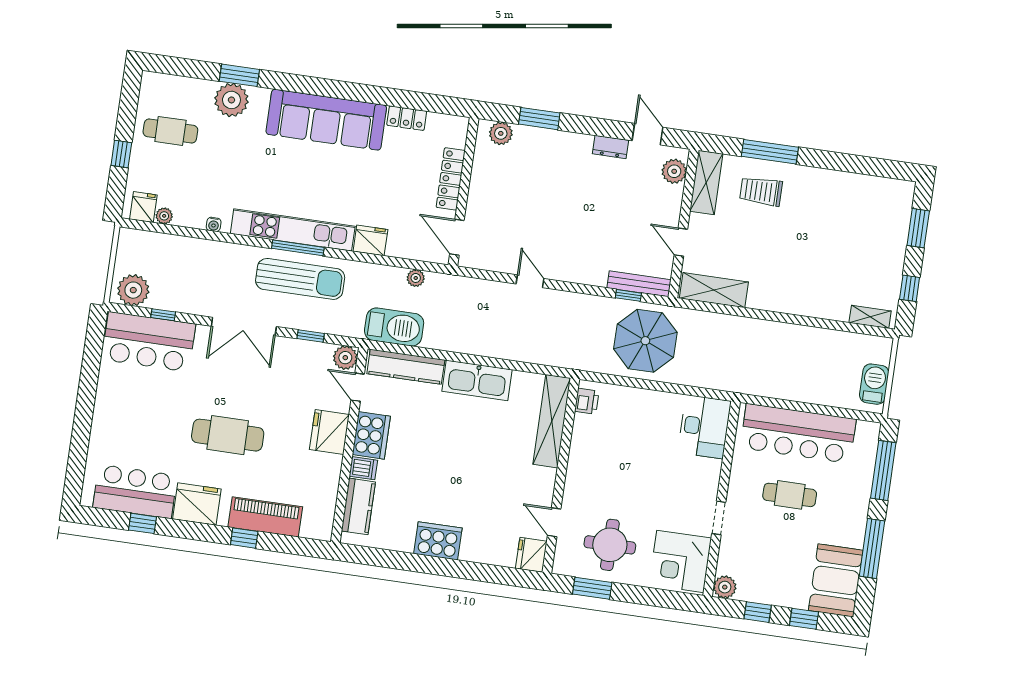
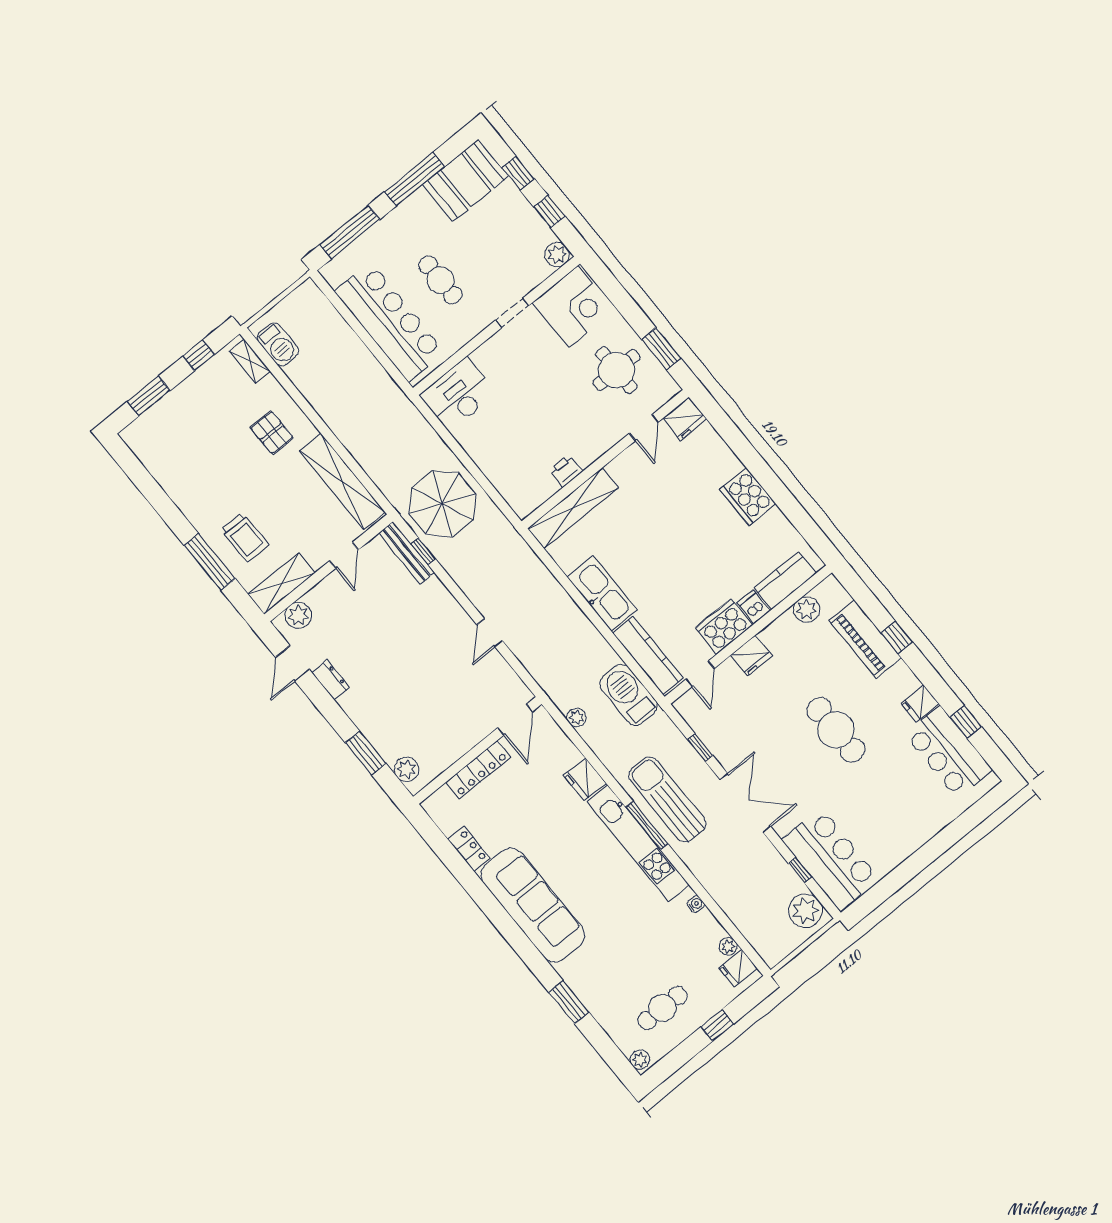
plant: (231, 100) -> (640, 1060), moved, width x0.53, depth x0.53
cafe table: (170, 131) -> (662, 1008), turned 90
pallet: (809, 281) -> (272, 433), added
shelving: (714, 290) -> (342, 481), width x1.47
plant: (345, 358) -> (807, 610), moved
barbecue: (874, 384) -> (278, 344), moved, turned -90
printer: (587, 401) -> (566, 471), moved
fridge: (329, 432) -> (751, 656), width x0.73, depth x0.75
fridge: (197, 504) -> (920, 703), width x0.53, depth x0.75

